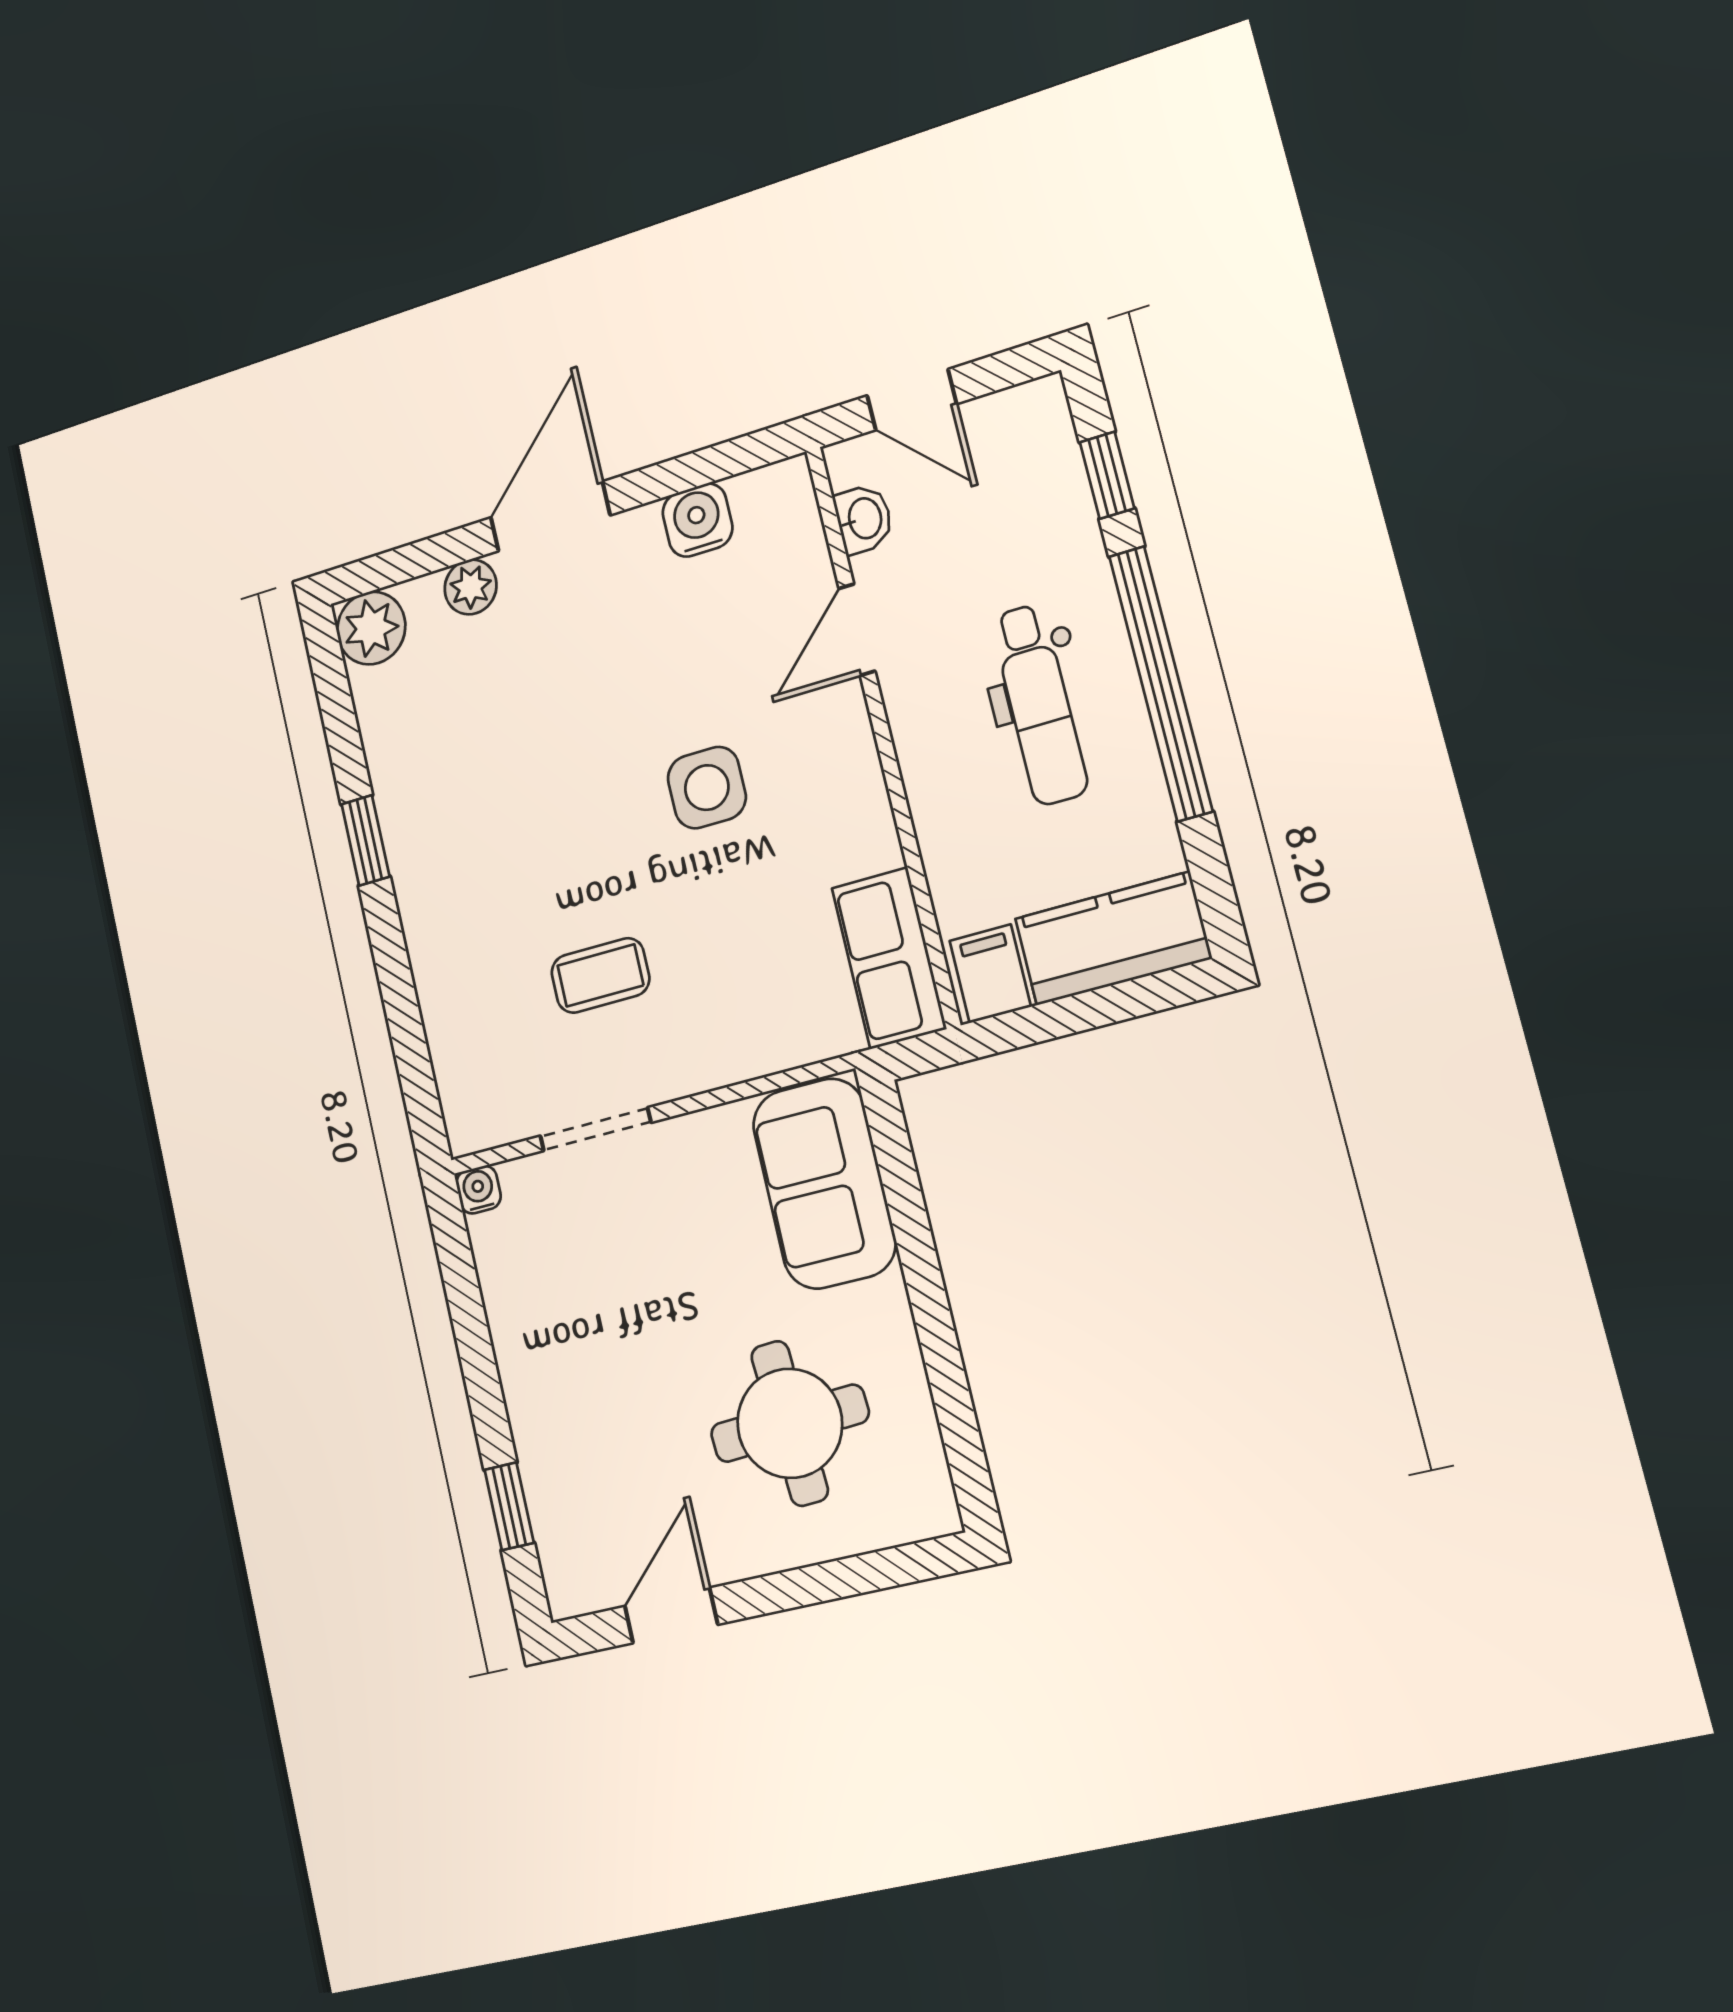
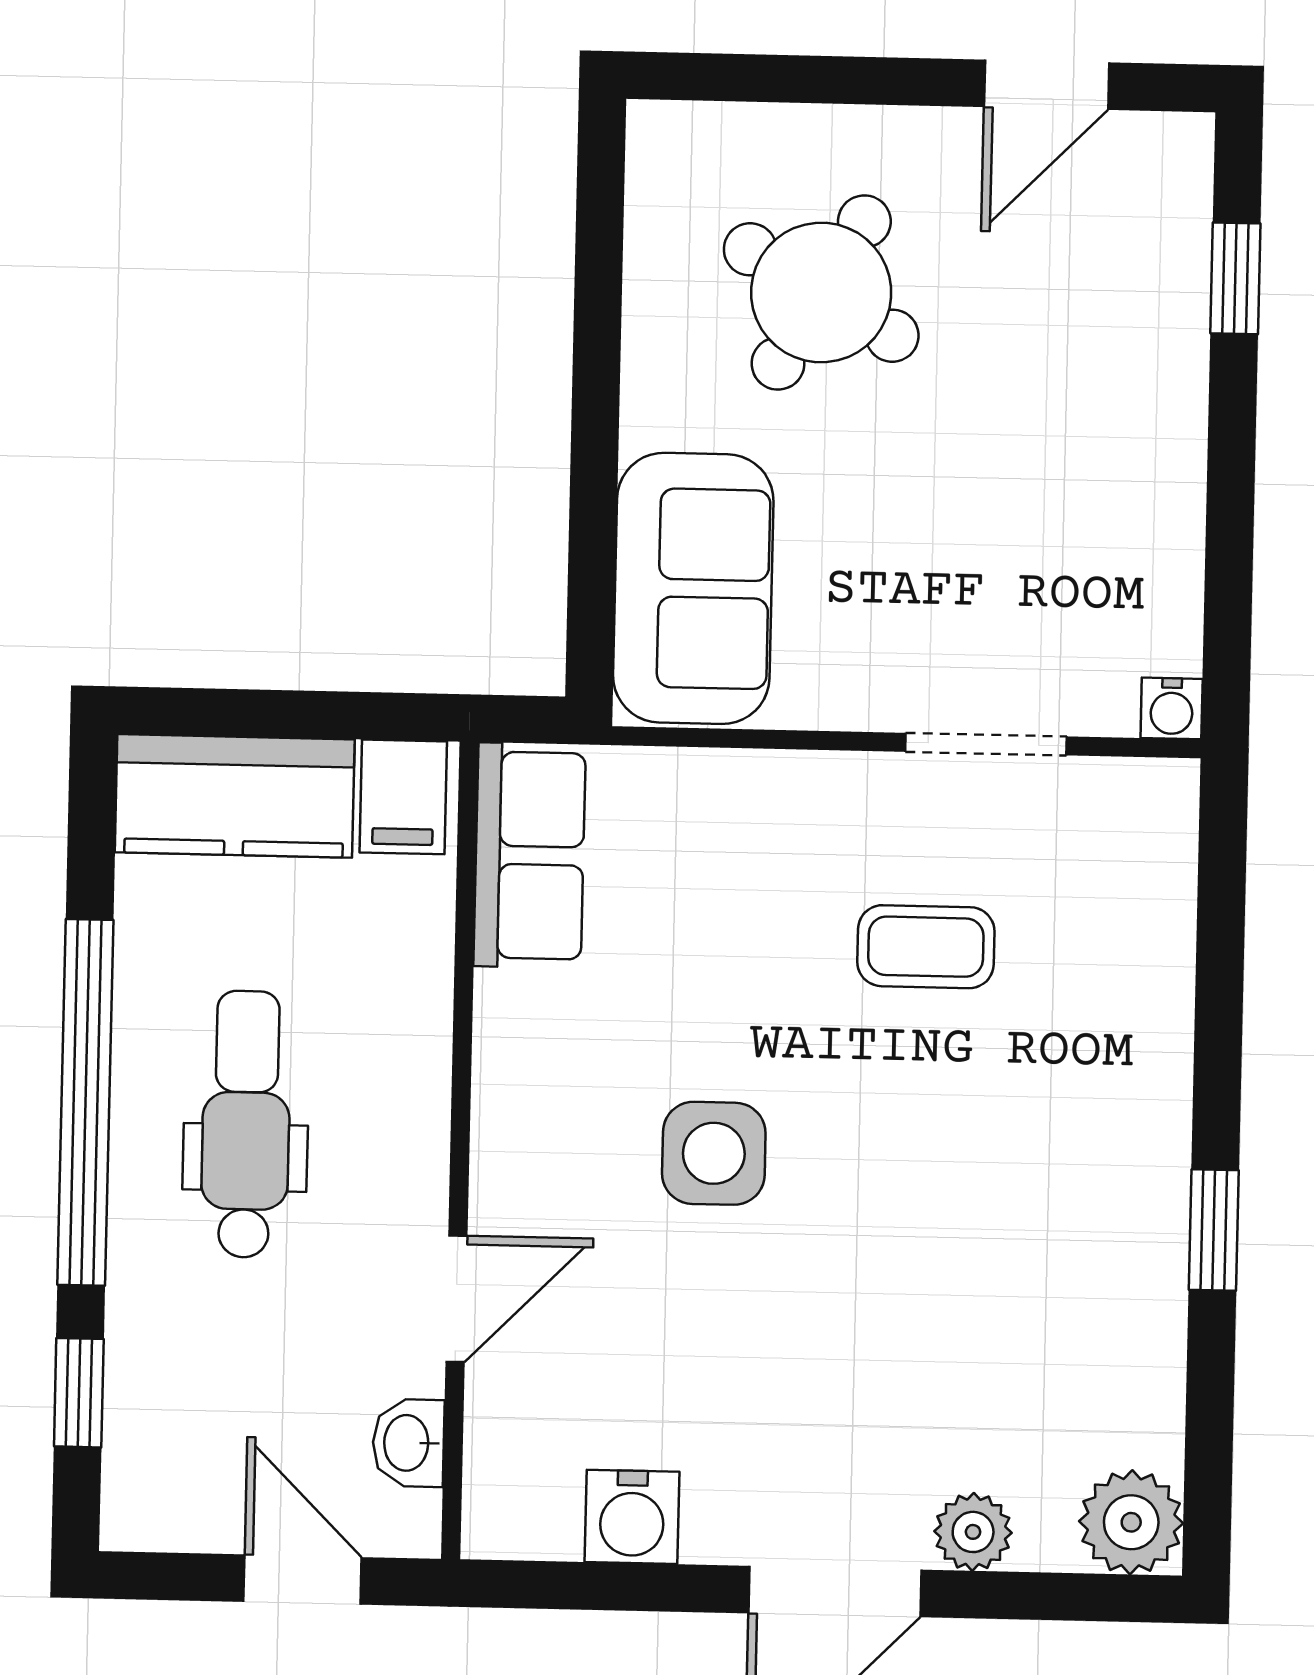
round table: (790, 1423) -> (821, 293), turned 33

